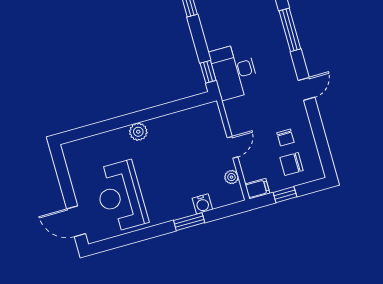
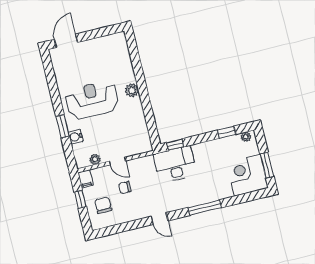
chair: (285, 137) -> (125, 188), moved
reception desk: (120, 196) -> (92, 100), moved

